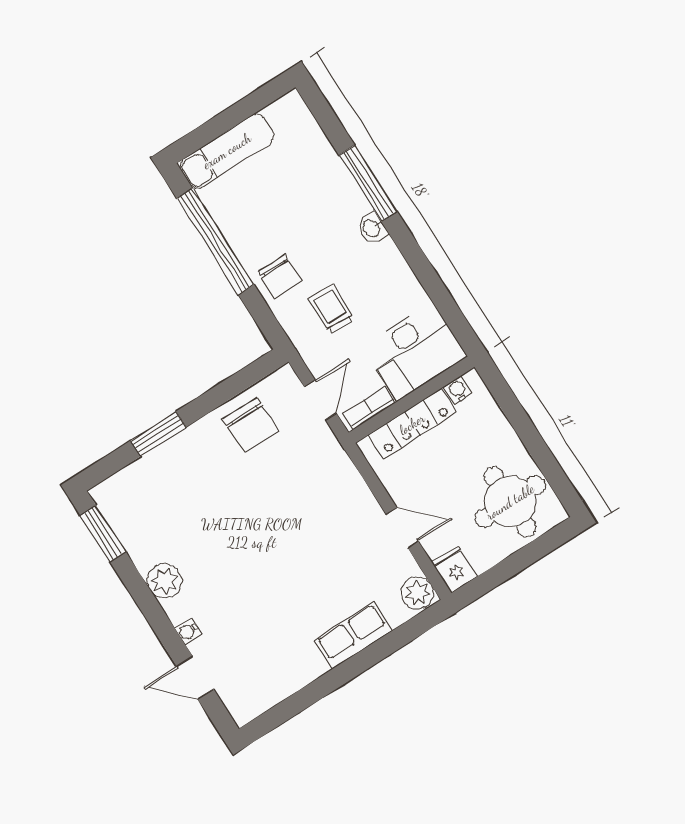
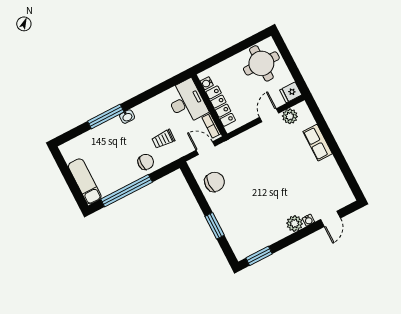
plant: (165, 581) -> (295, 224), moved
plant: (417, 593) -> (290, 116), moved

